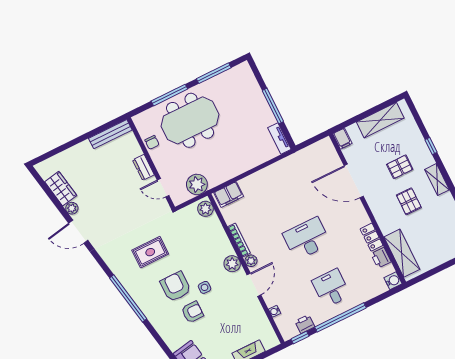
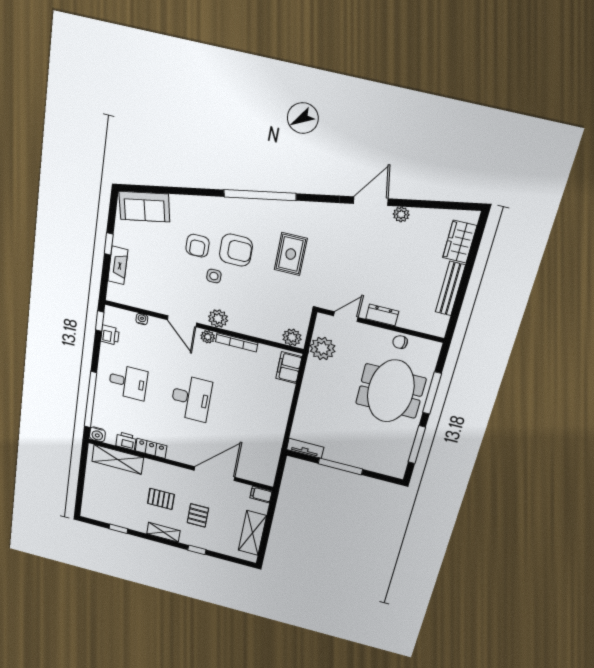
bench: (110, 134) -> (450, 289), moved
wardrobe: (61, 189) -> (460, 242), moved, turned 100
window: (340, 317) -> (91, 400), moved

